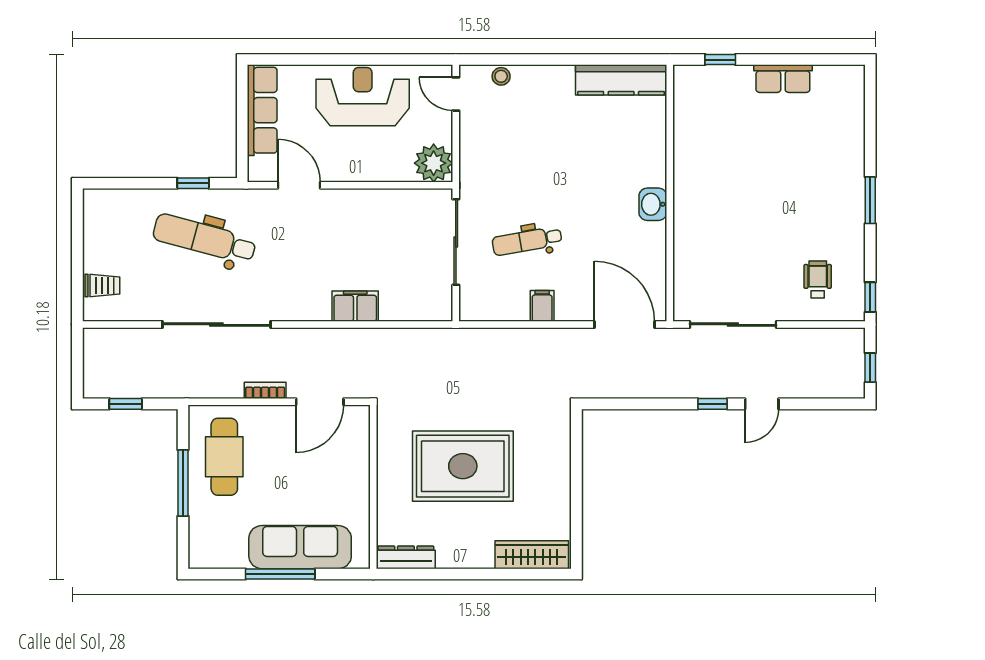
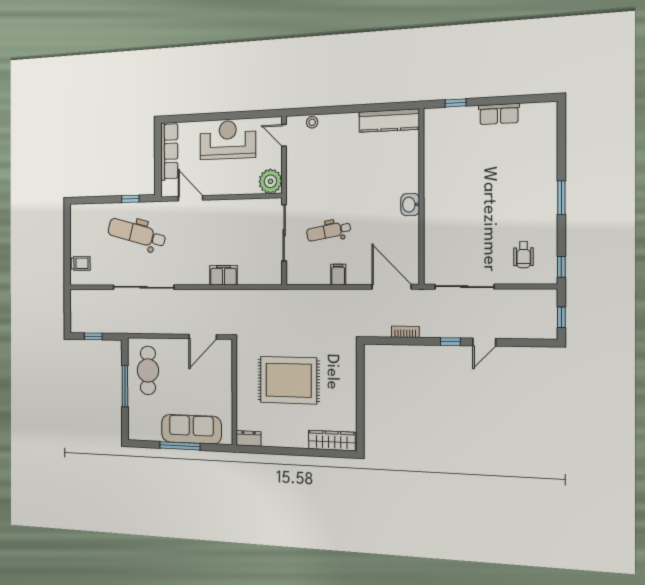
wheelchair: (818, 279) -> (524, 255), turned 180
bookcase: (265, 390) -> (405, 332), moved
dresser: (406, 557) -> (249, 438), width x0.70

